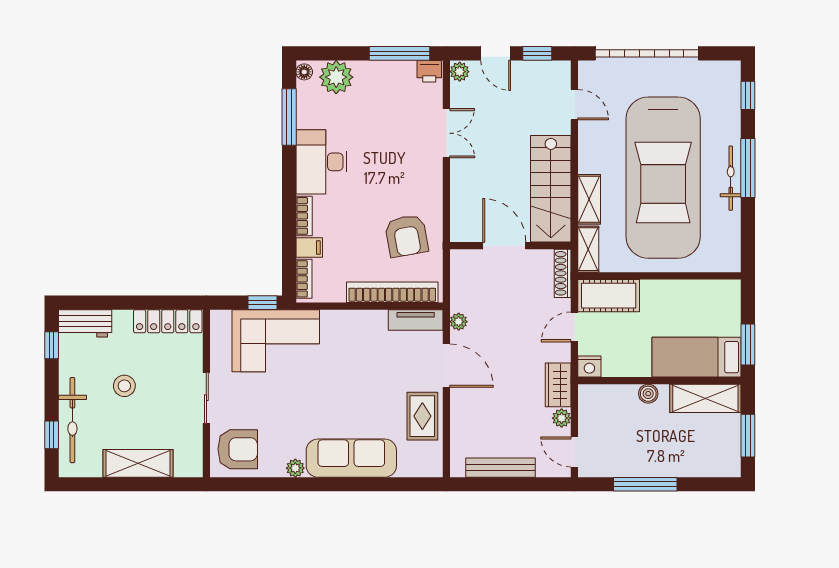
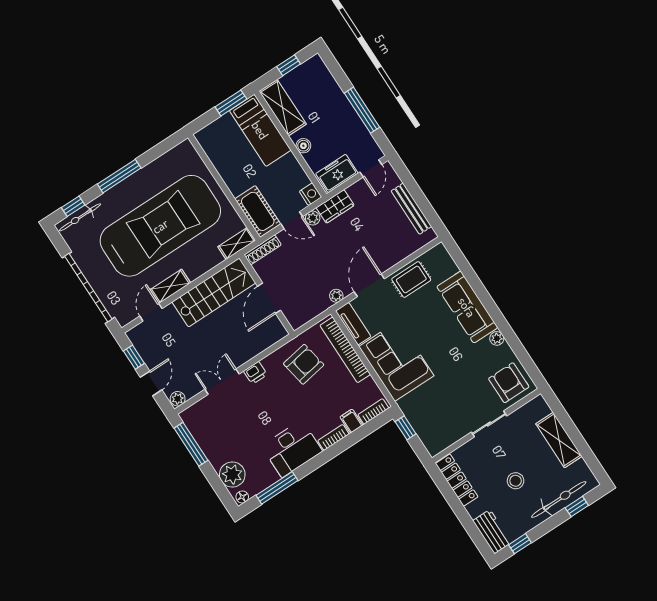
printer: (429, 71) -> (255, 373), moved, turned 90
bicycle: (731, 178) -> (80, 217), moved
shelving: (589, 199) -> (170, 286), moved
corner sofa: (276, 341) -> (396, 361), moved
freezer: (593, 411) -> (337, 173), added
plant: (562, 418) -> (313, 218), moved
window: (748, 436) -> (289, 65), width x0.67

